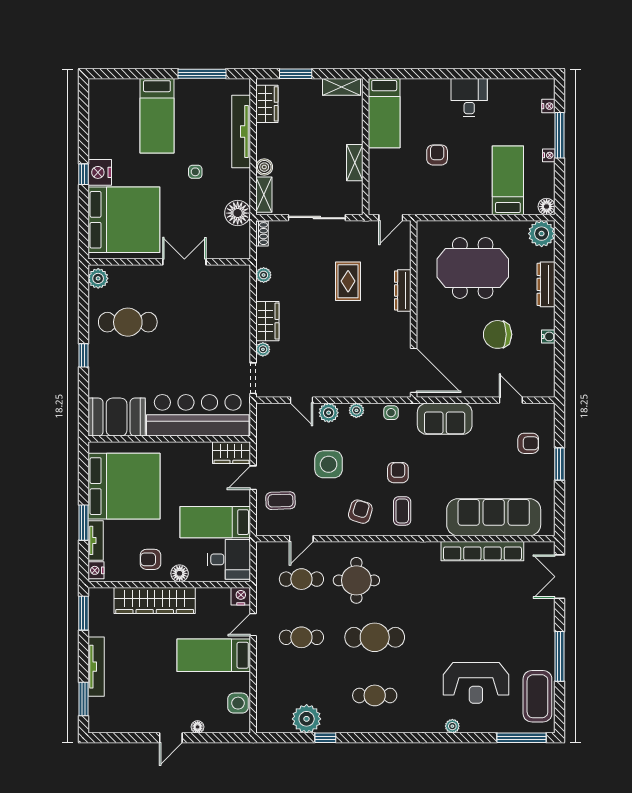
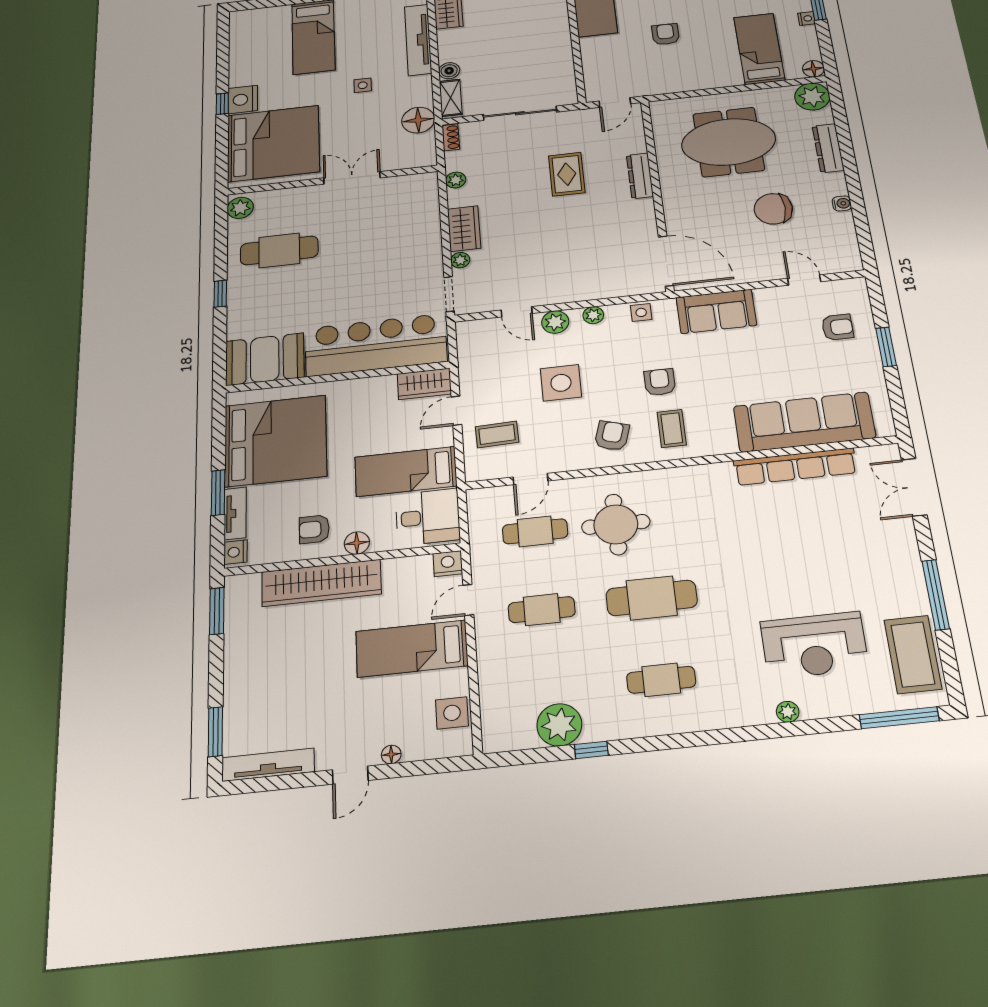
shelving: (355, 163) -> (563, 54), removed
tv unit: (96, 667) -> (268, 765), moved, turned -90

